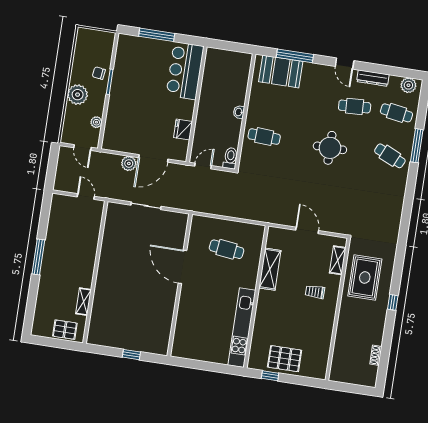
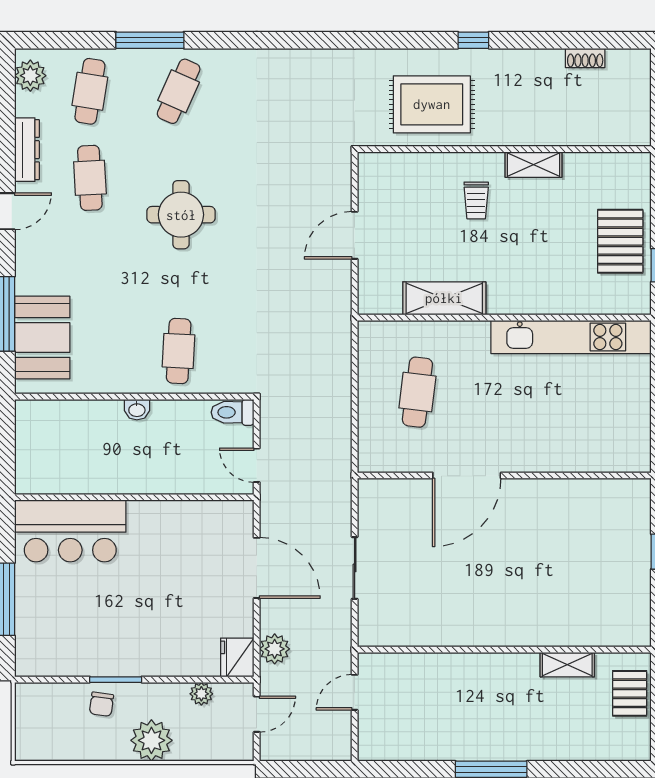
fridge: (183, 130) -> (237, 657), moved, turned 90
plant: (129, 163) -> (275, 649), moved
shelving: (338, 260) -> (533, 165), moved

